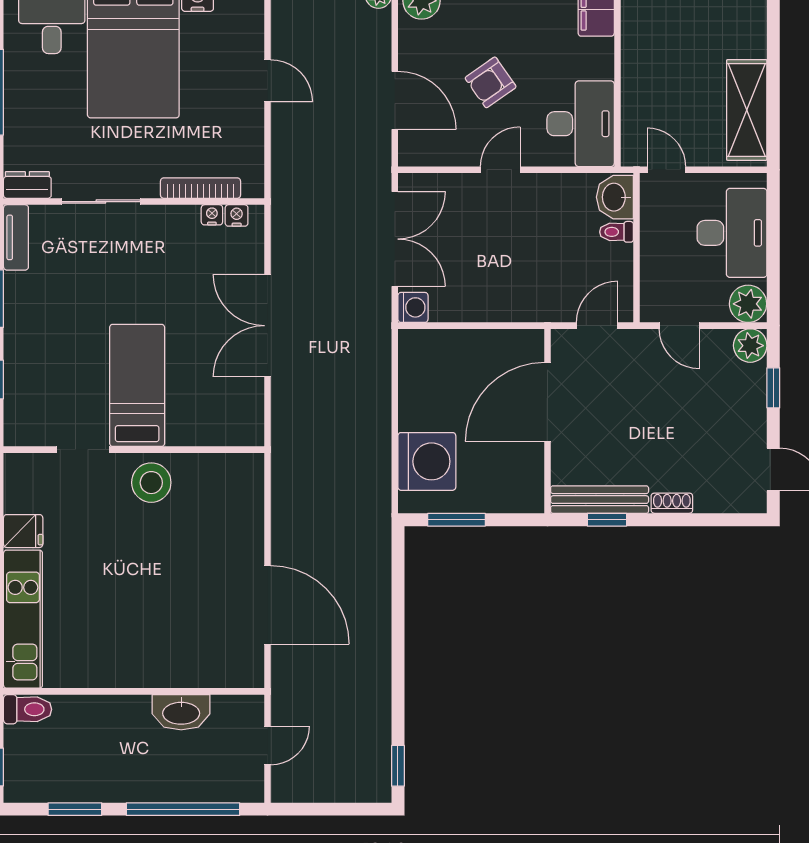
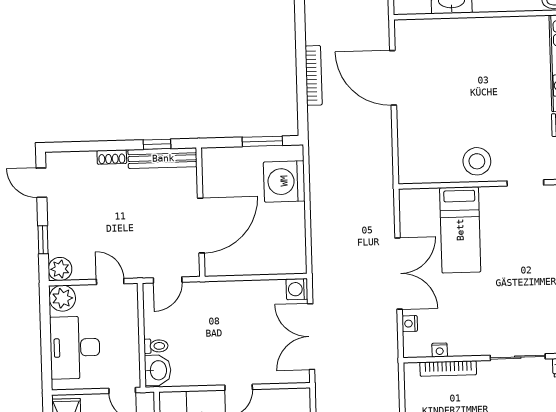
nightstand: (237, 215) -> (410, 324), moved, turned 90
bed: (137, 385) -> (460, 230), moved
bookcase: (381, 612) -> (314, 75), added

